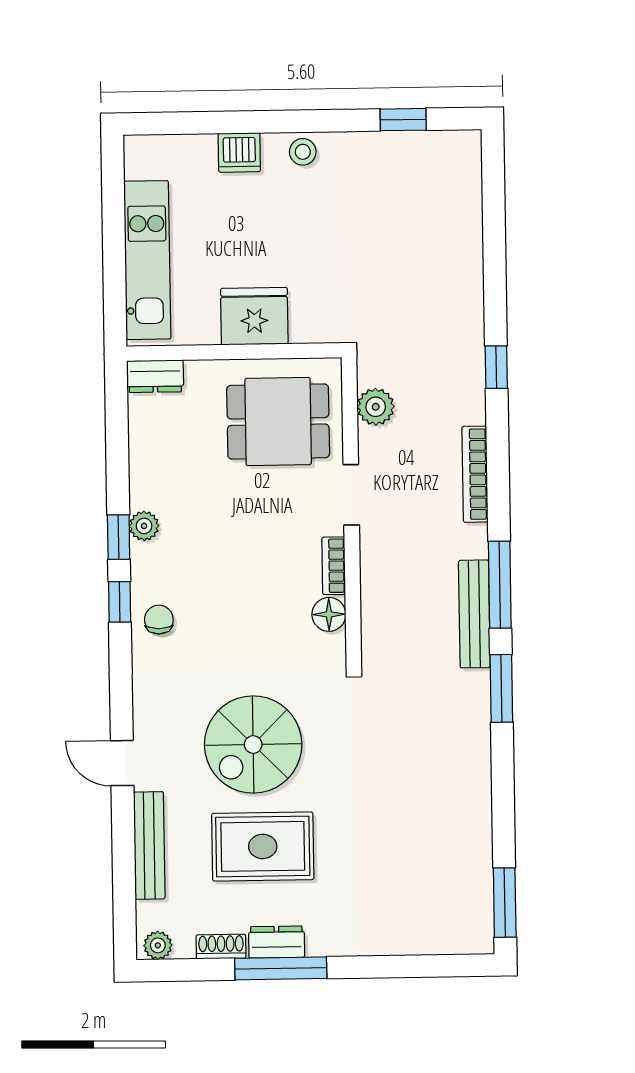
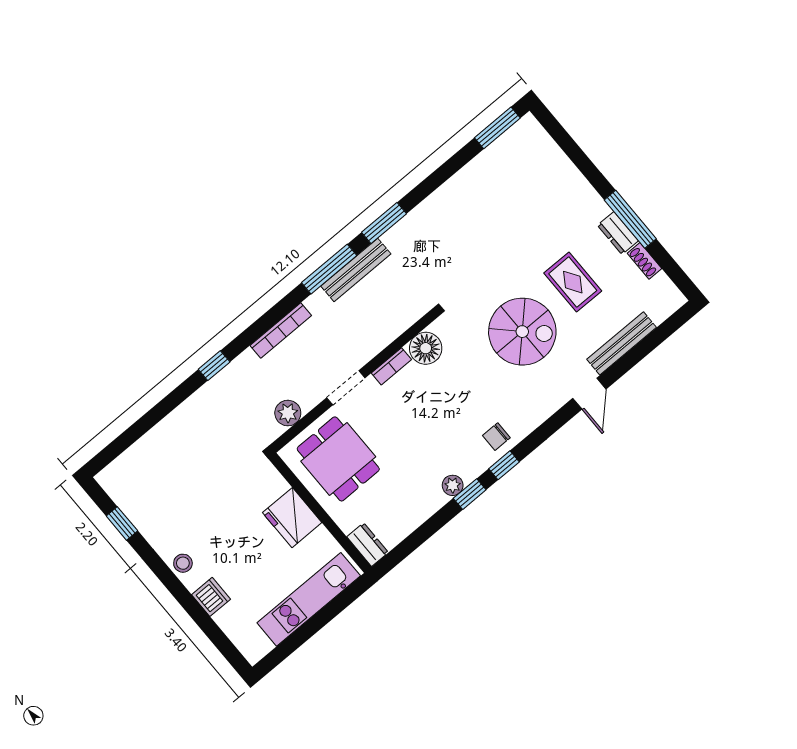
floor lamp: (329, 614) -> (426, 348), width x1.38, depth x1.38
rug: (263, 846) -> (573, 282), width x0.73, depth x0.70
plant: (158, 945) -> (671, 295), removed

